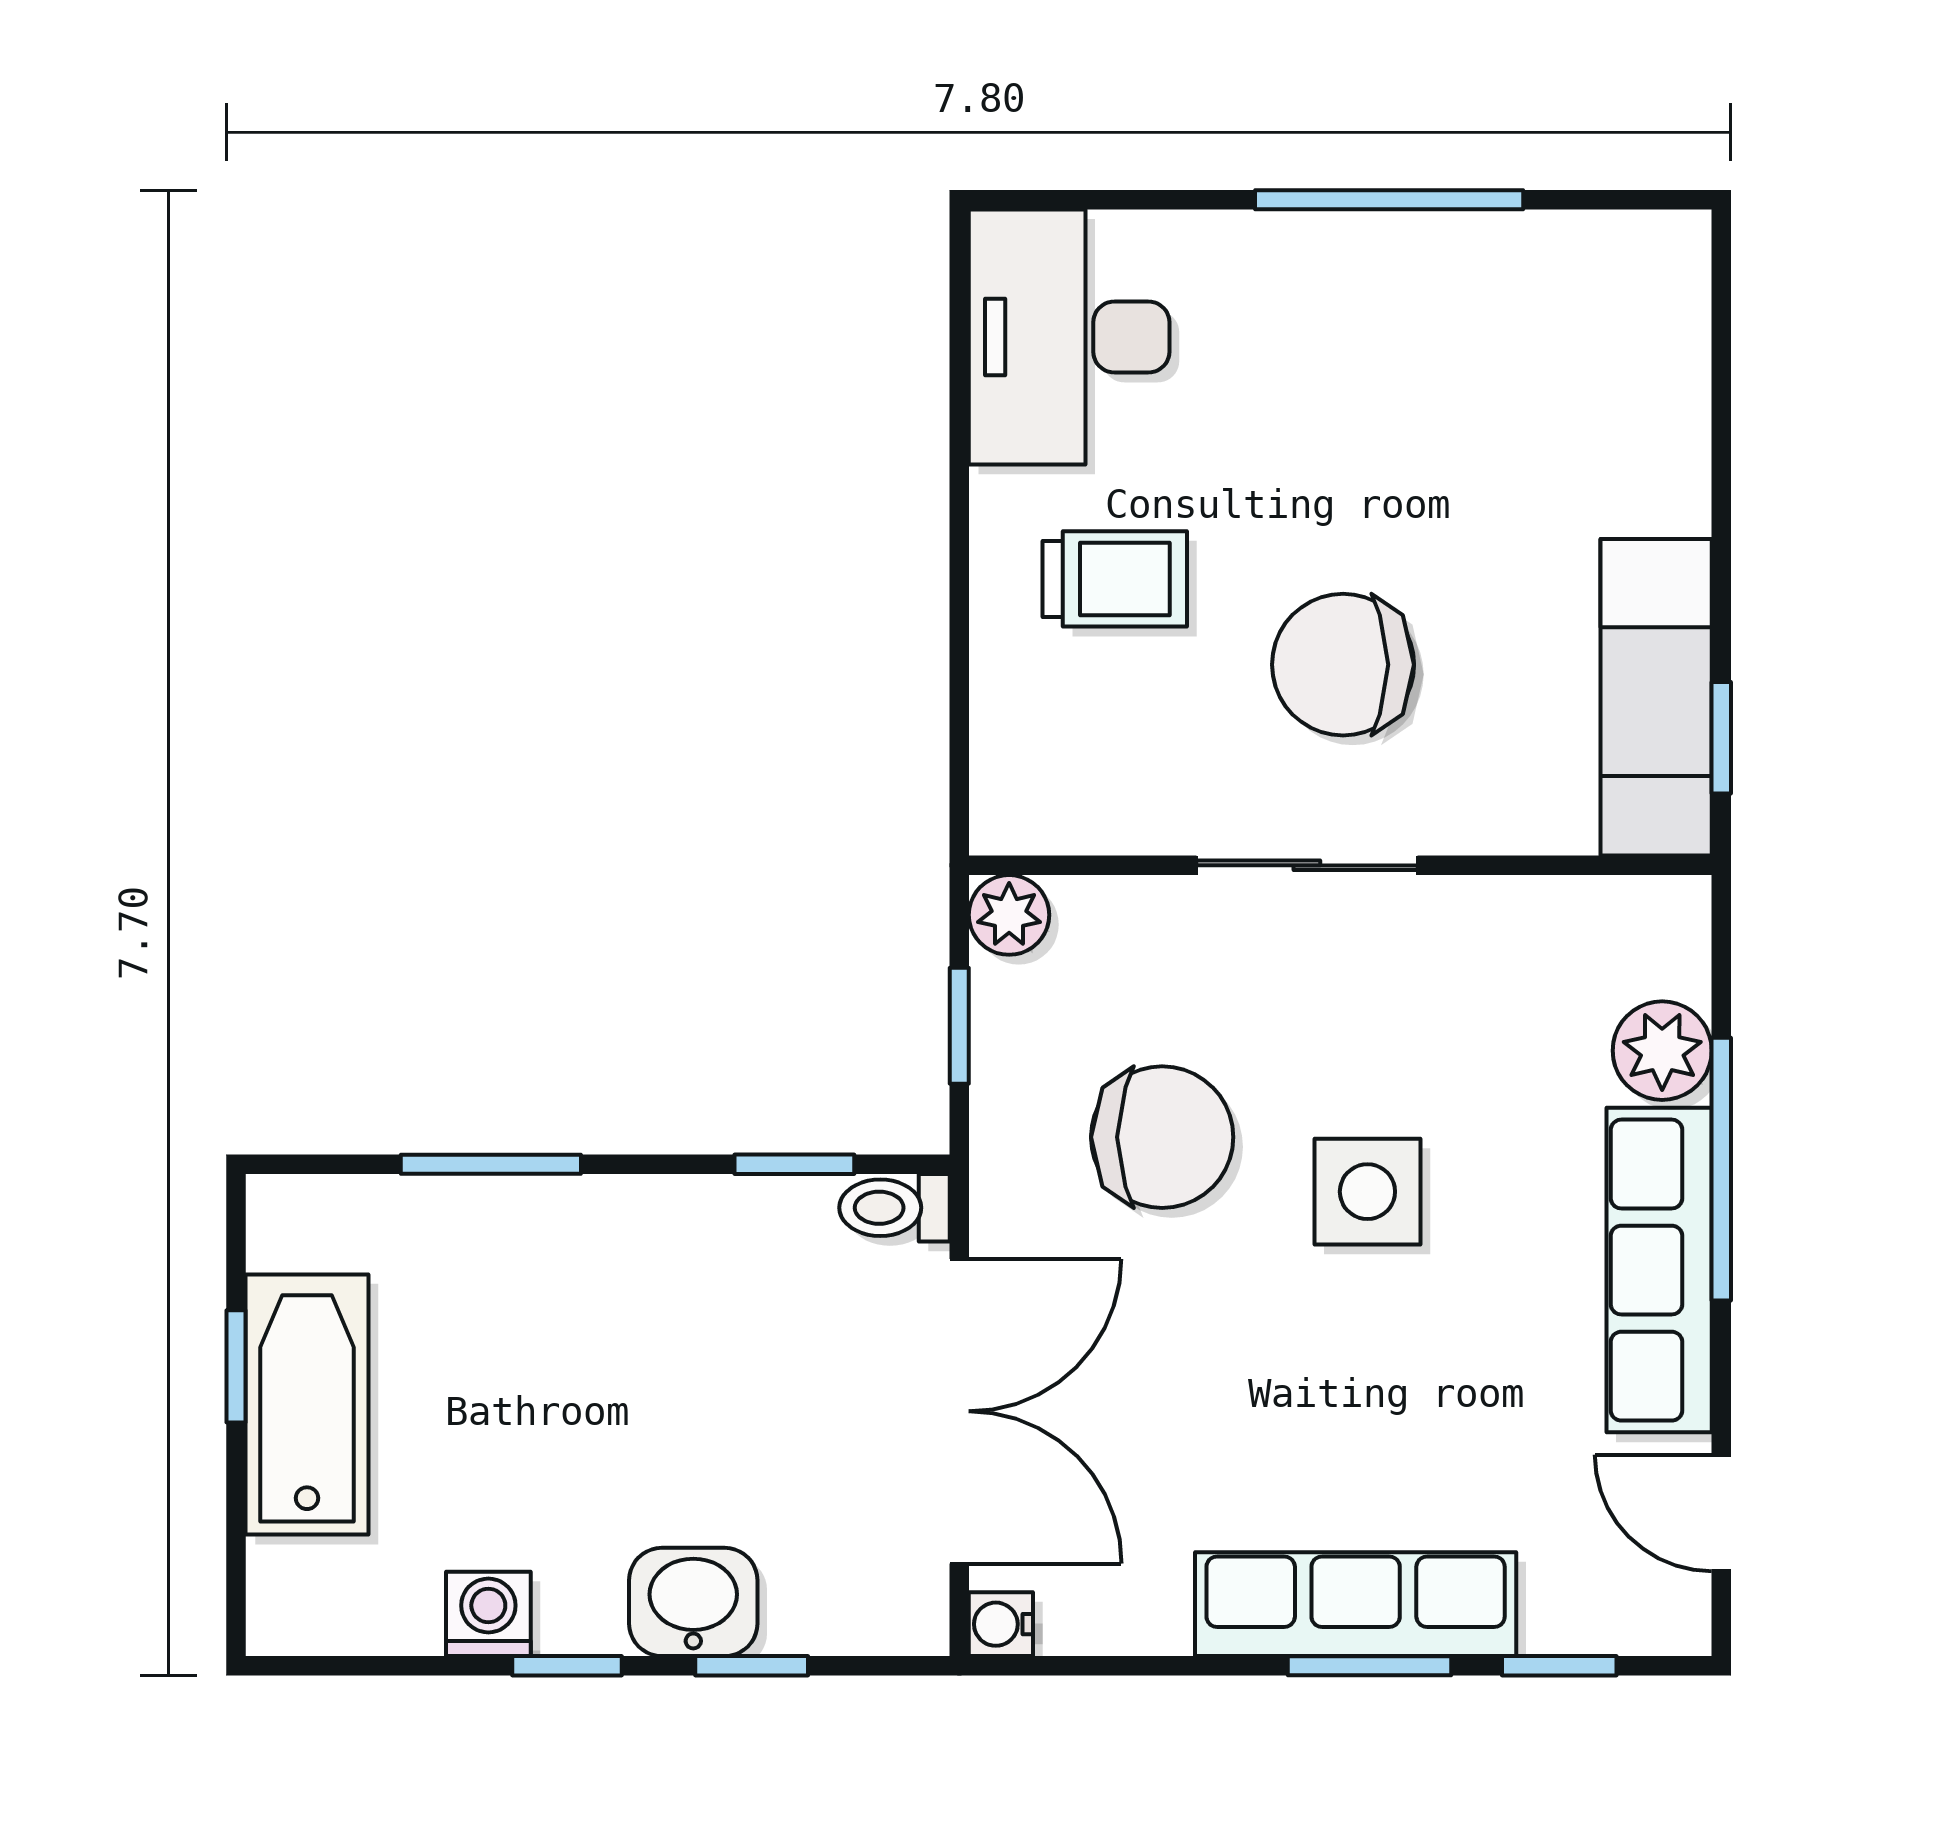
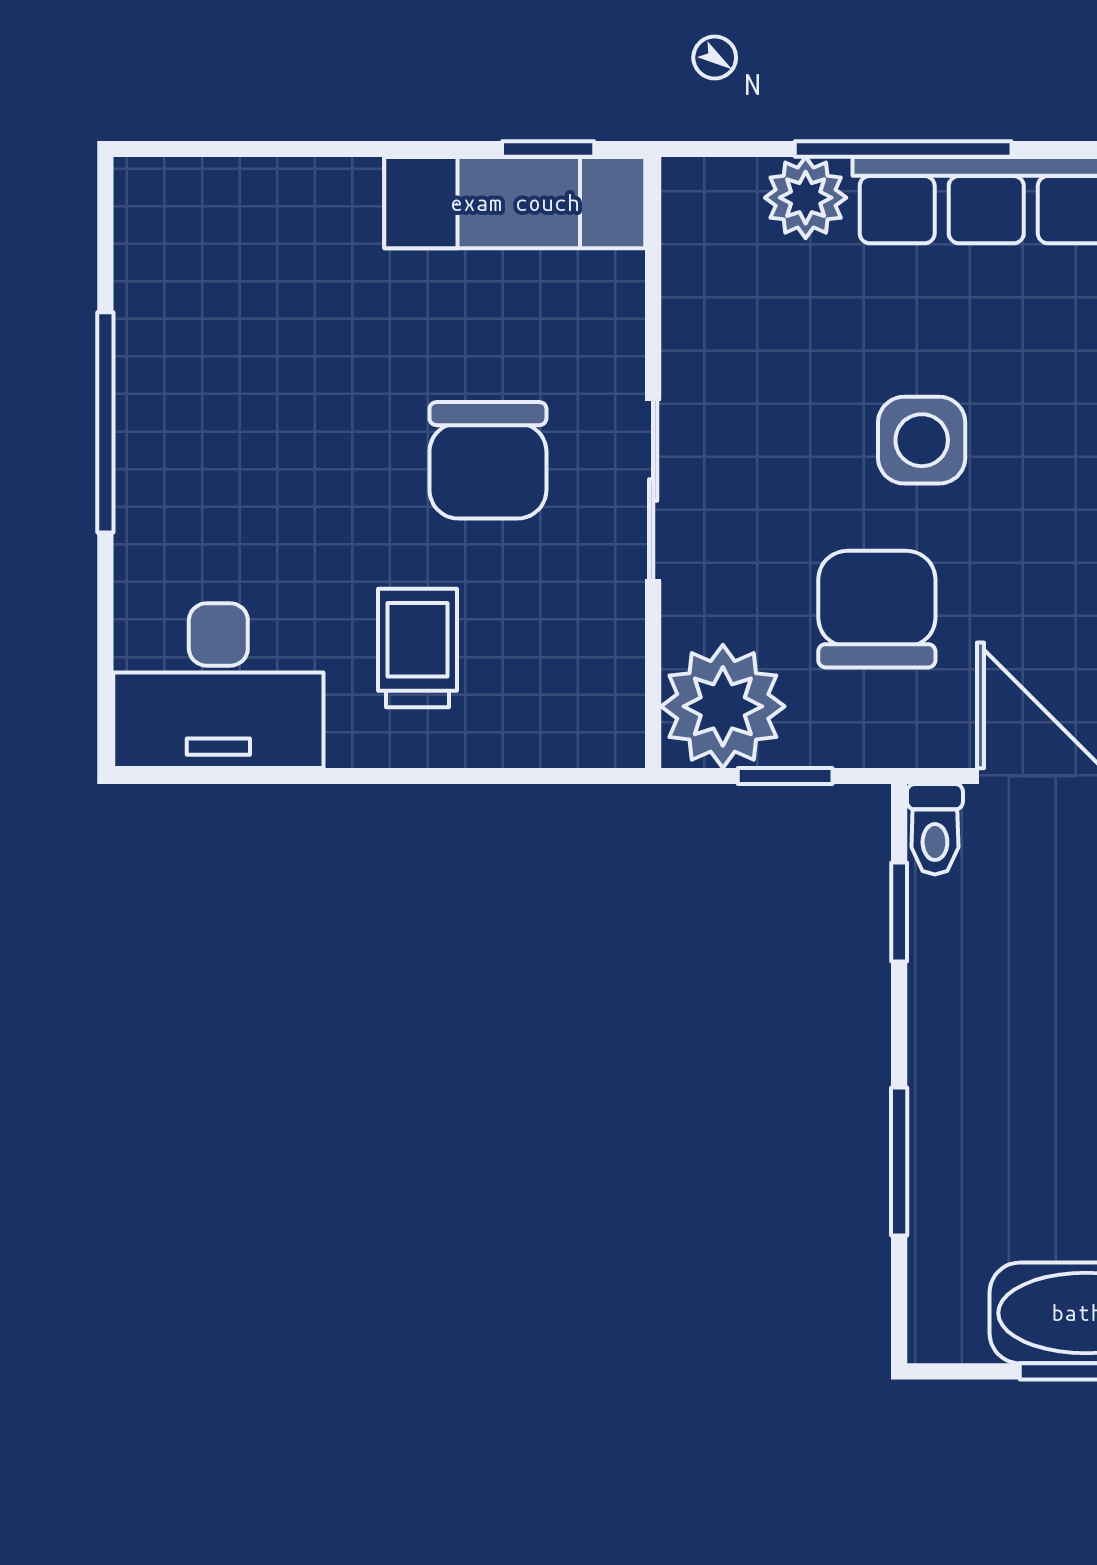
plant: (1009, 915) -> (723, 706), width x1.87, depth x1.87

